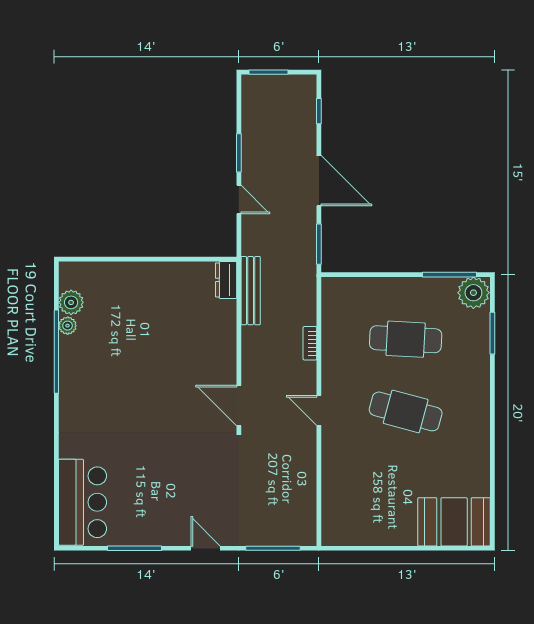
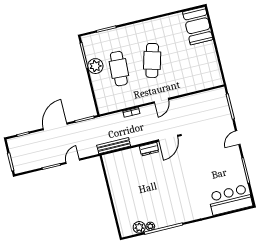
dresser: (226, 280) -> (149, 149), moved
plant: (473, 293) -> (95, 66), moved

